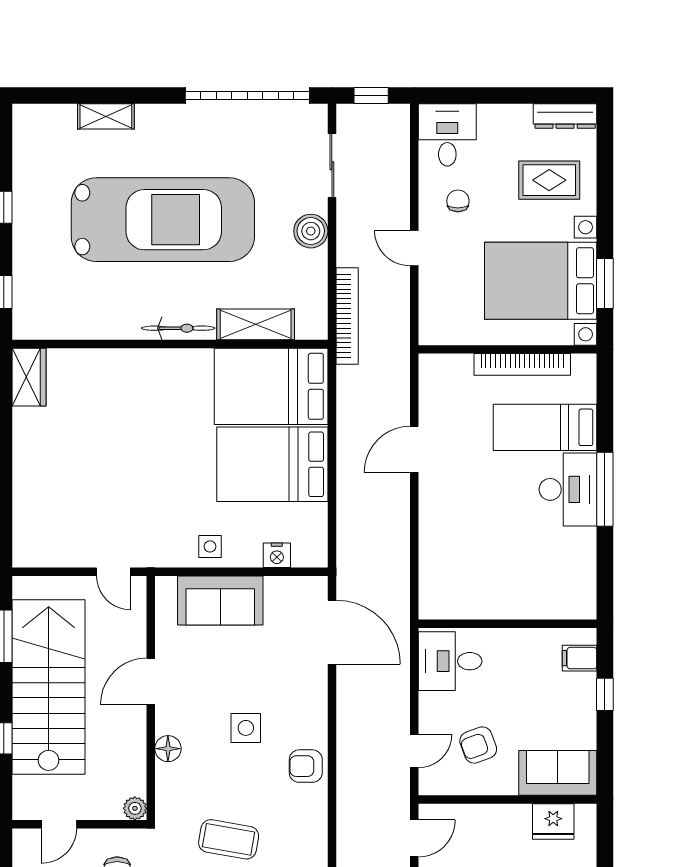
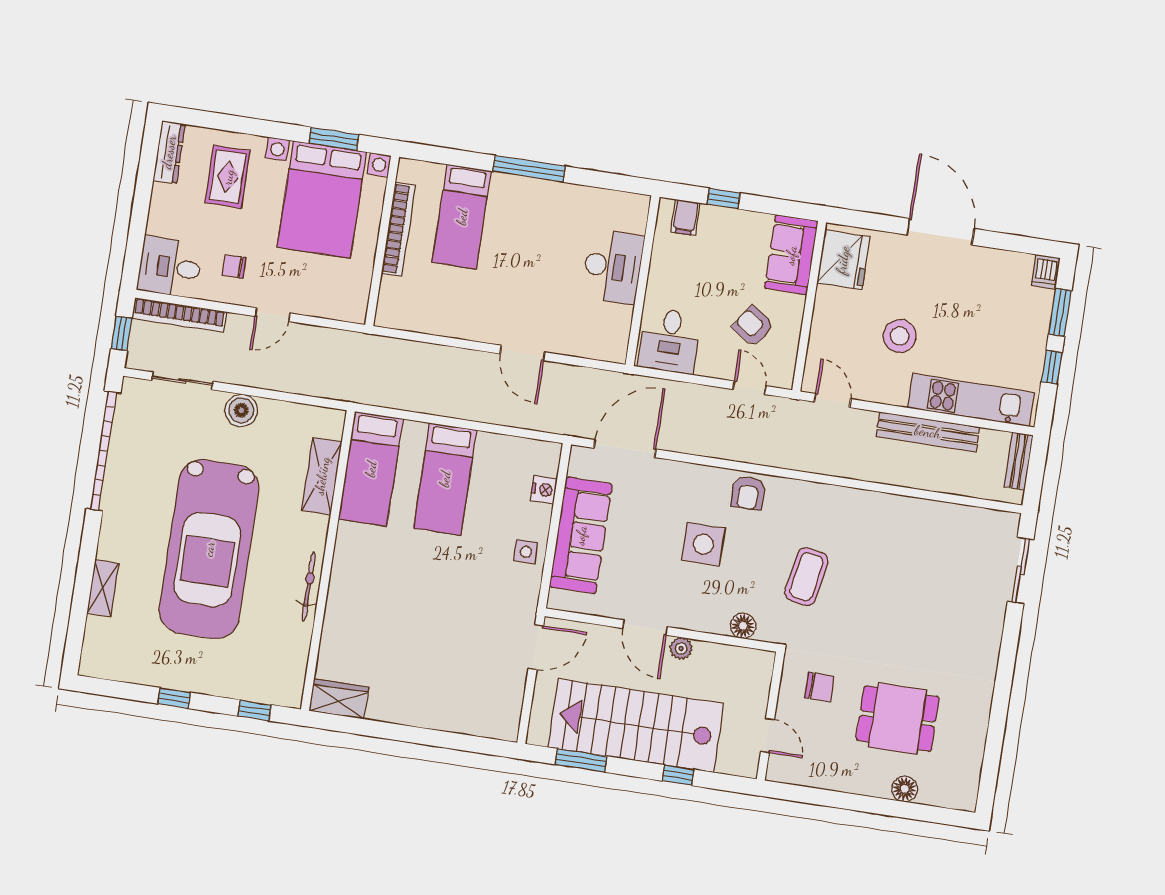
car: (163, 220) -> (209, 549), turned 180
bookcase: (347, 316) -> (179, 315), moved, turned 180
bicycle: (178, 328) -> (309, 587), moved
bed: (271, 386) -> (371, 469), width x0.67
door: (414, 449) -> (522, 353), moved
bed: (272, 464) -> (445, 479), width x0.67
desk: (568, 489) -> (613, 267), moved, turned 90
door: (113, 572) -> (536, 647), width x1.37
sofa: (220, 600) -> (581, 535), width x1.36
side table: (246, 728) -> (703, 544), width x1.37, depth x1.37
armchair: (478, 745) -> (753, 326), turned 144
floor lamp: (168, 749) -> (743, 626), moved
plant: (135, 808) -> (681, 648), moved
fridge: (553, 821) -> (843, 260), width x1.36, depth x1.34

